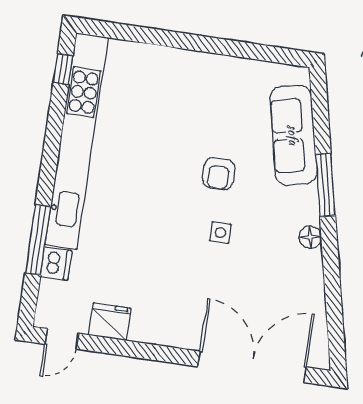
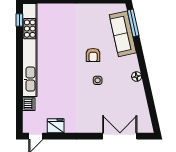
window: (325, 185) -> (133, 23), moved
window: (38, 240) -> (19, 95), removed
double door: (252, 367) -> (120, 136), width x0.73

